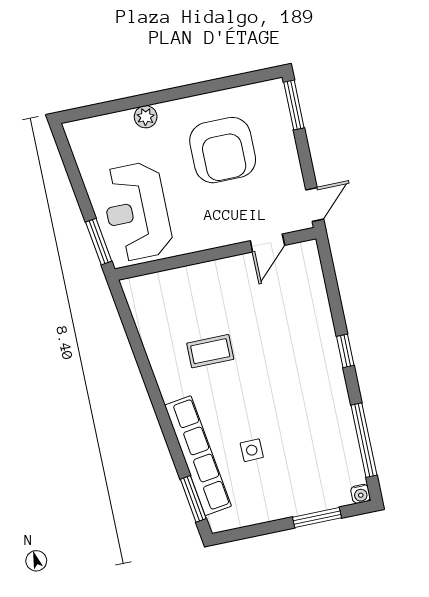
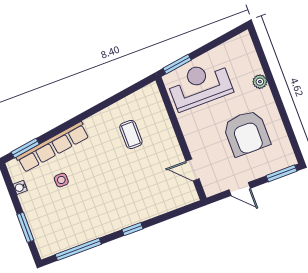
armchair: (223, 150) -> (246, 133), turned -90
door: (315, 204) -> (240, 189), moved
coffee table: (210, 351) -> (131, 134), moved
water cooler: (361, 494) -> (20, 187), moved

